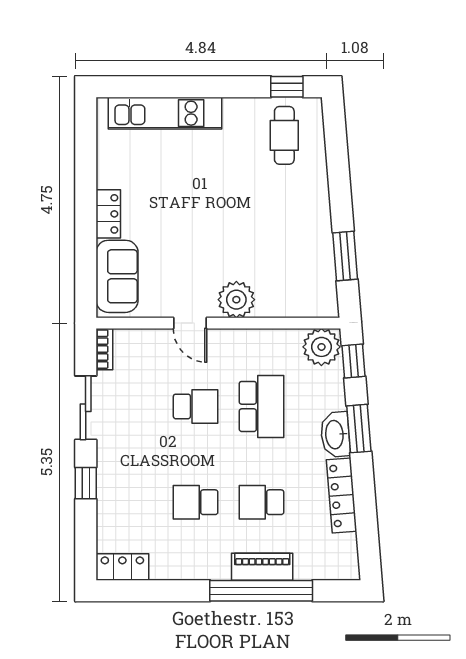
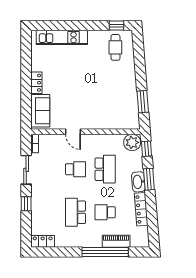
plant: (236, 300) -> (94, 121), removed
school desk: (196, 502) -> (76, 212), width x1.85
piano: (262, 567) -> (116, 241), moved

